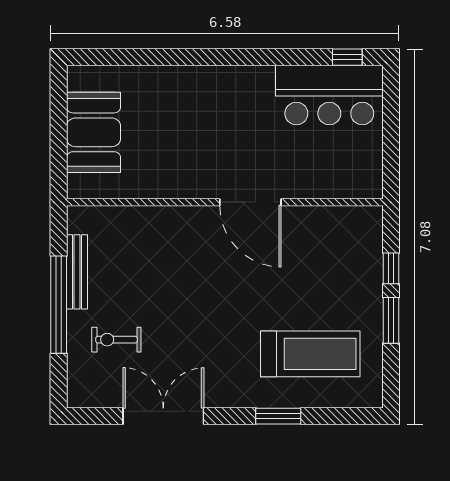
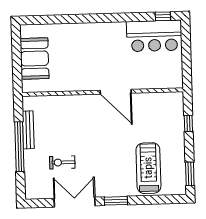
window: (391, 320) -> (190, 174), moved
exercise bike: (116, 340) -> (62, 162), moved
treadmill: (310, 354) -> (148, 168), turned -90
window: (278, 416) -> (116, 201), moved

